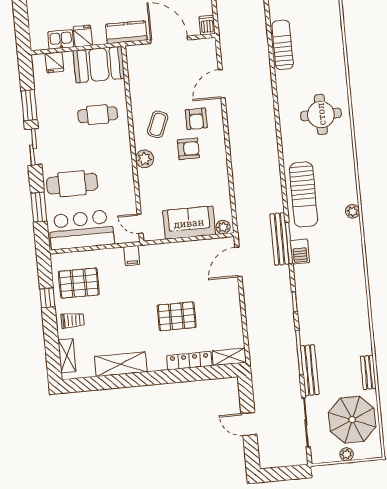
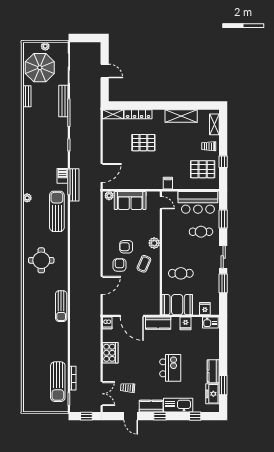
kitchen sink: (61, 39) -> (210, 323), moved
cafe table: (72, 184) -> (201, 232), width x0.73, depth x0.74

